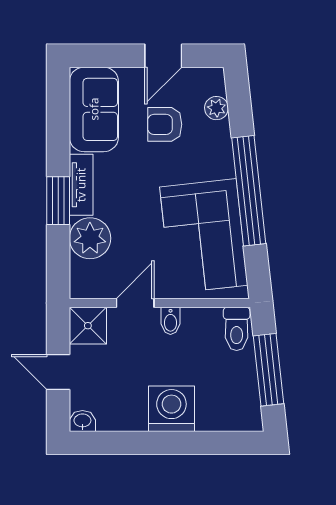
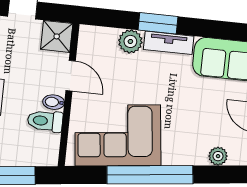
armchair: (165, 124) -> (209, 114), removed
plant: (90, 238) -> (130, 41), width x0.73, depth x0.73
toilet: (237, 329) -> (45, 121), moved

